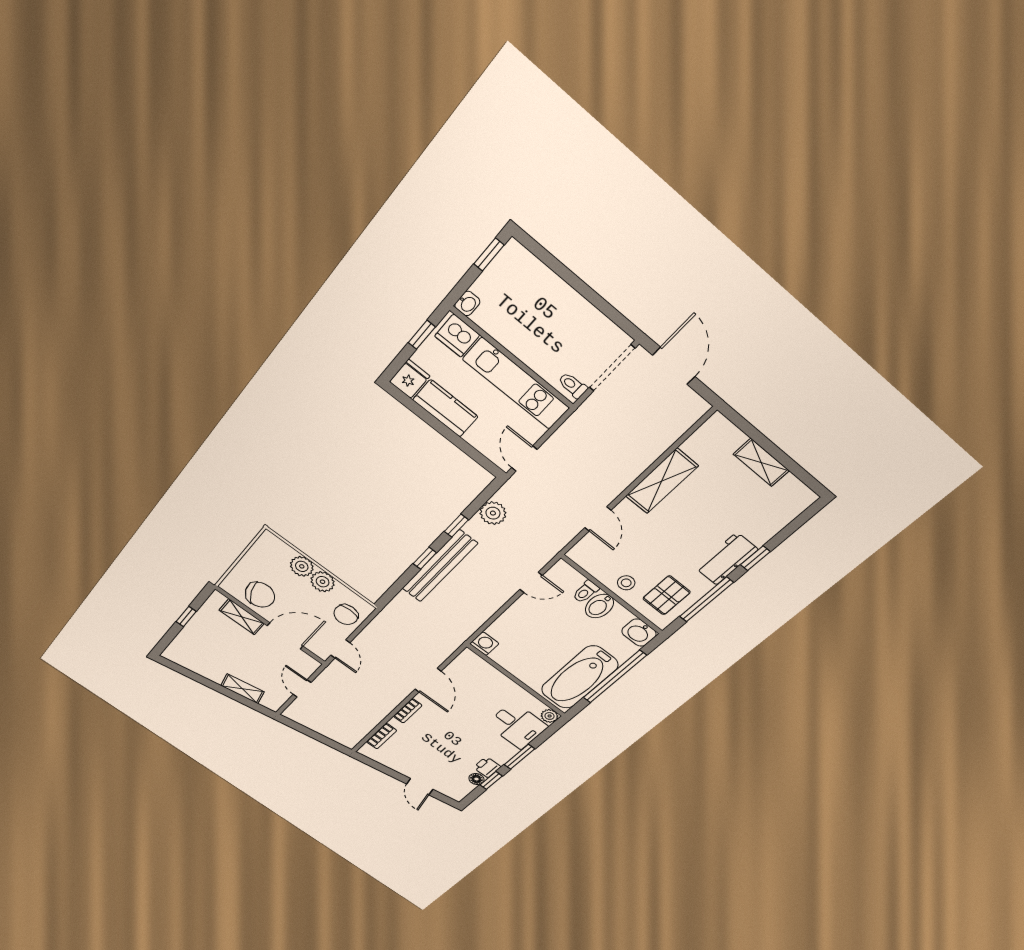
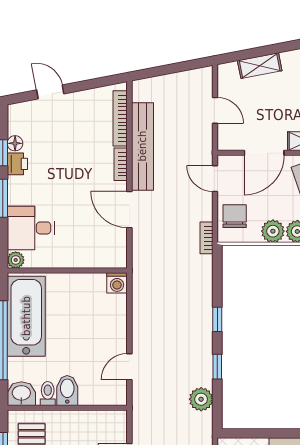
bench: (440, 566) -> (142, 146), moved
stool: (626, 583) -> (67, 426), removed
toilet: (586, 592) -> (48, 393), moved
bookcase: (382, 618) -> (206, 238), added
bookcase: (382, 736) -> (120, 118), width x1.56

